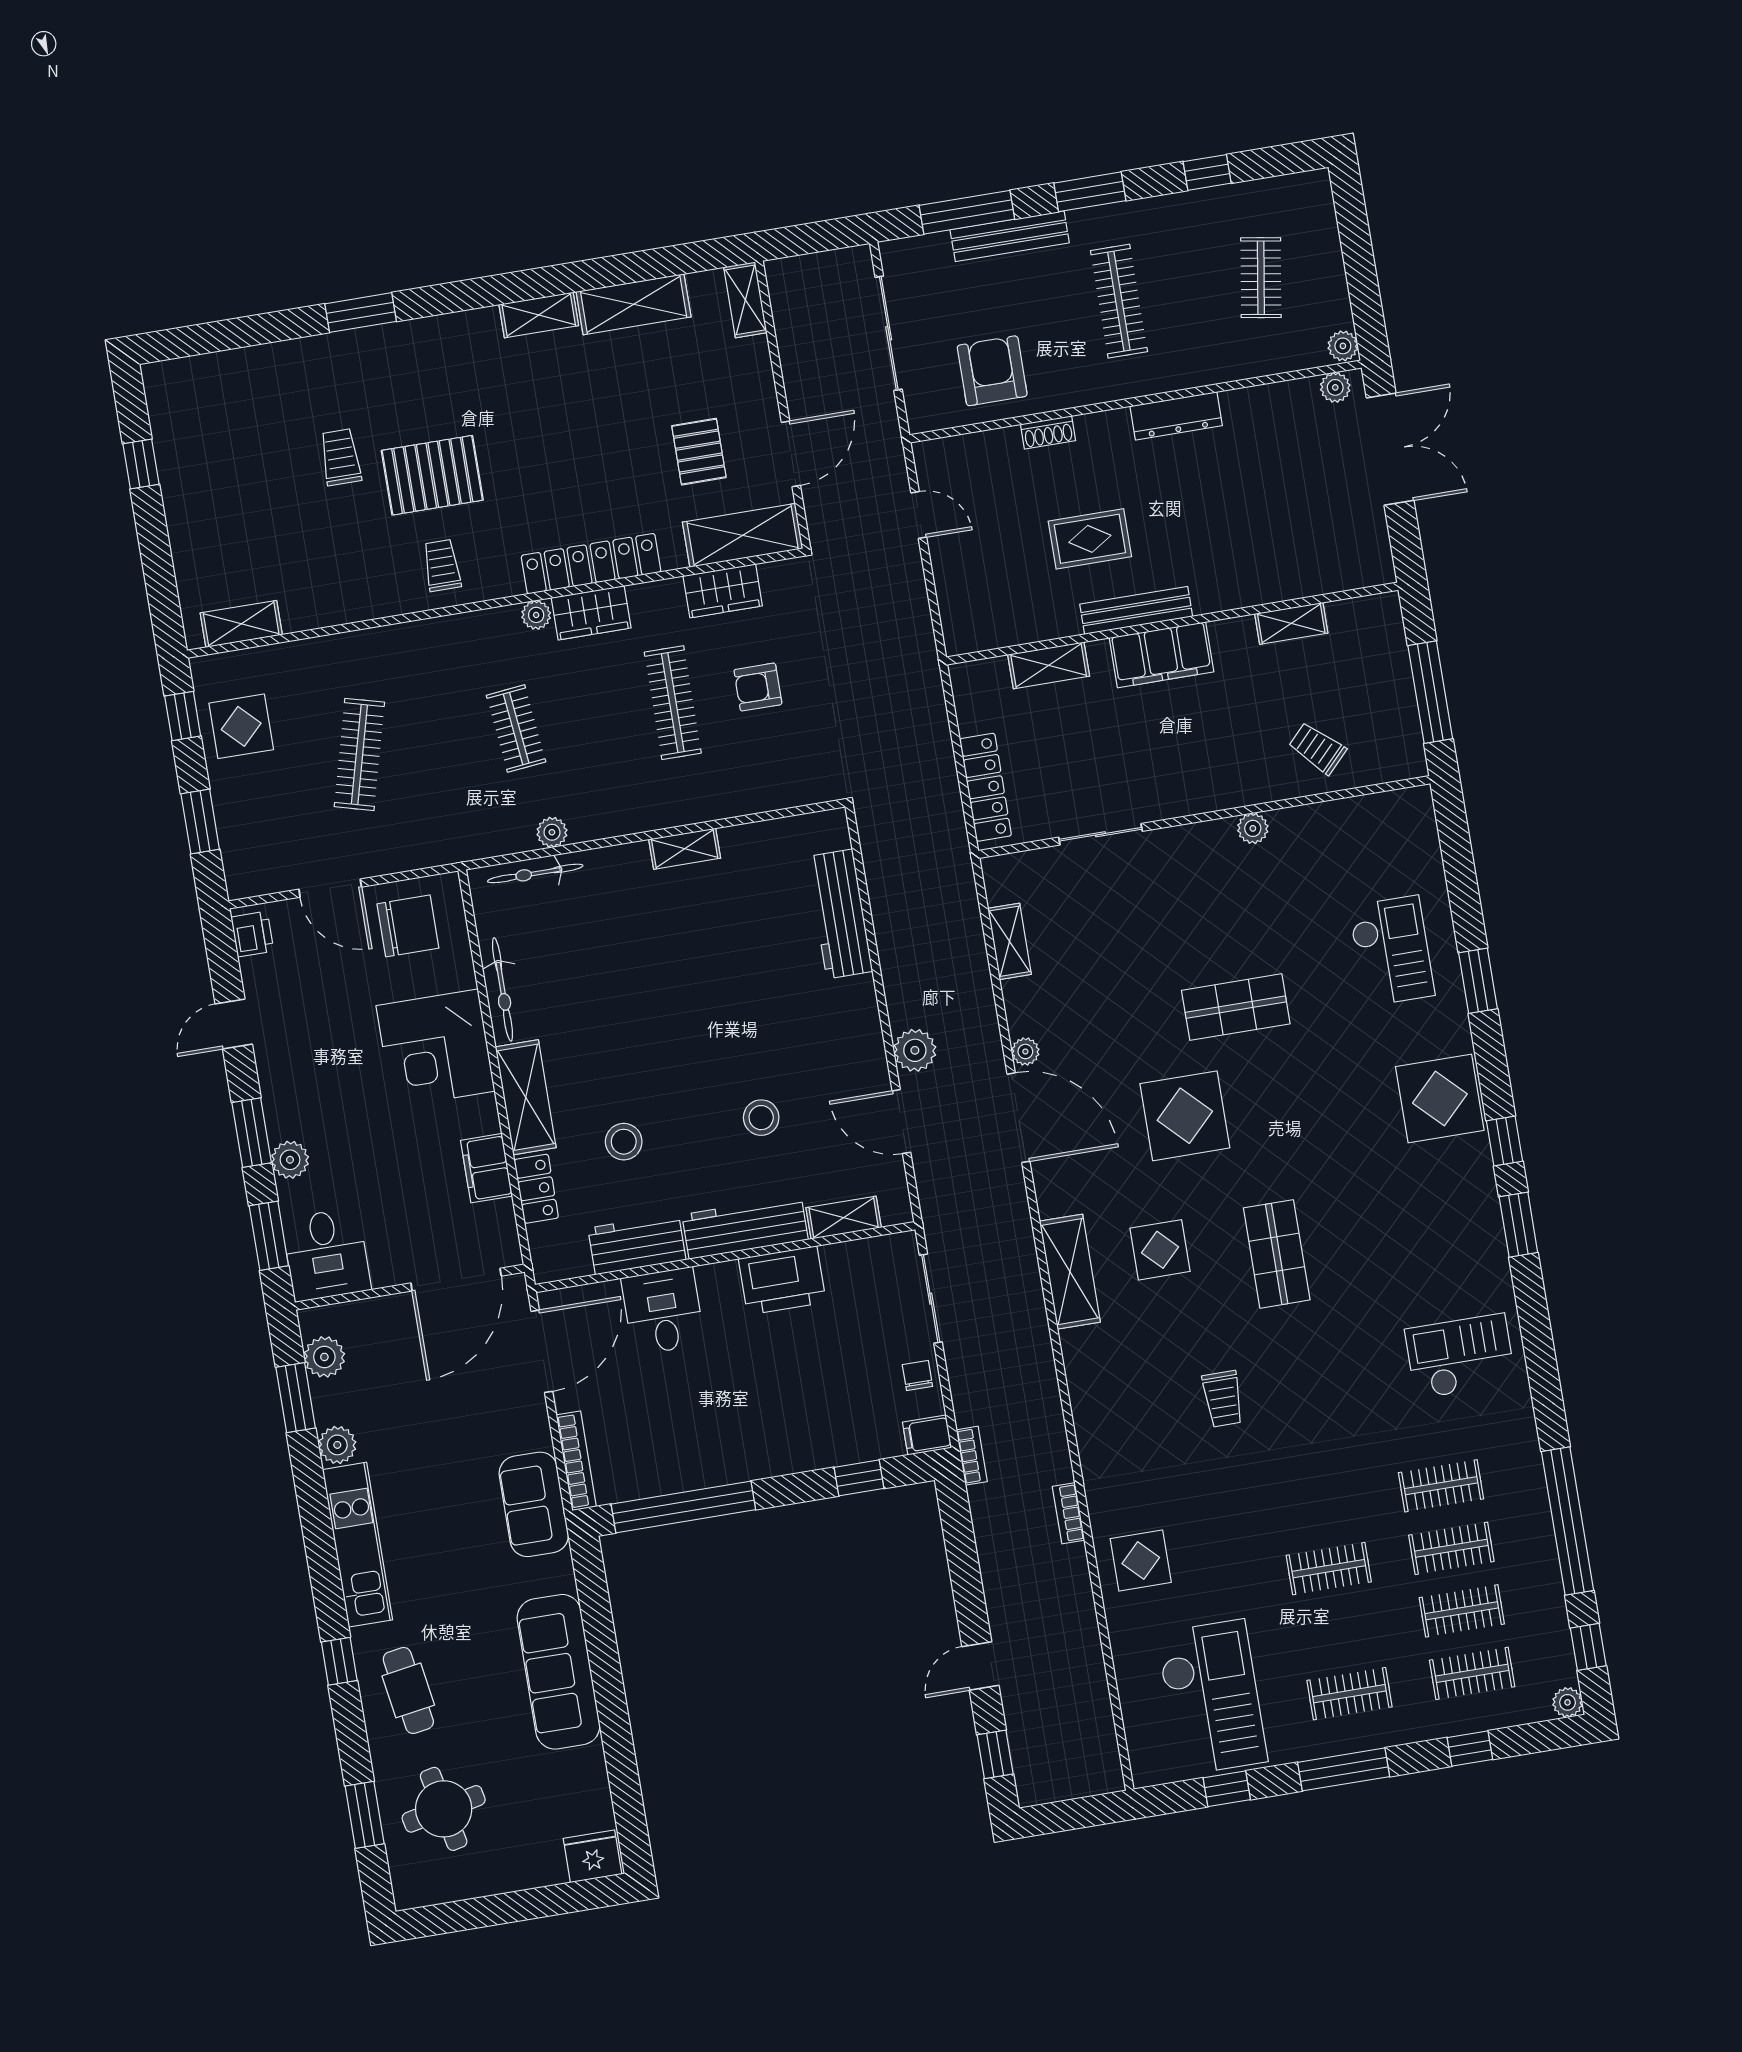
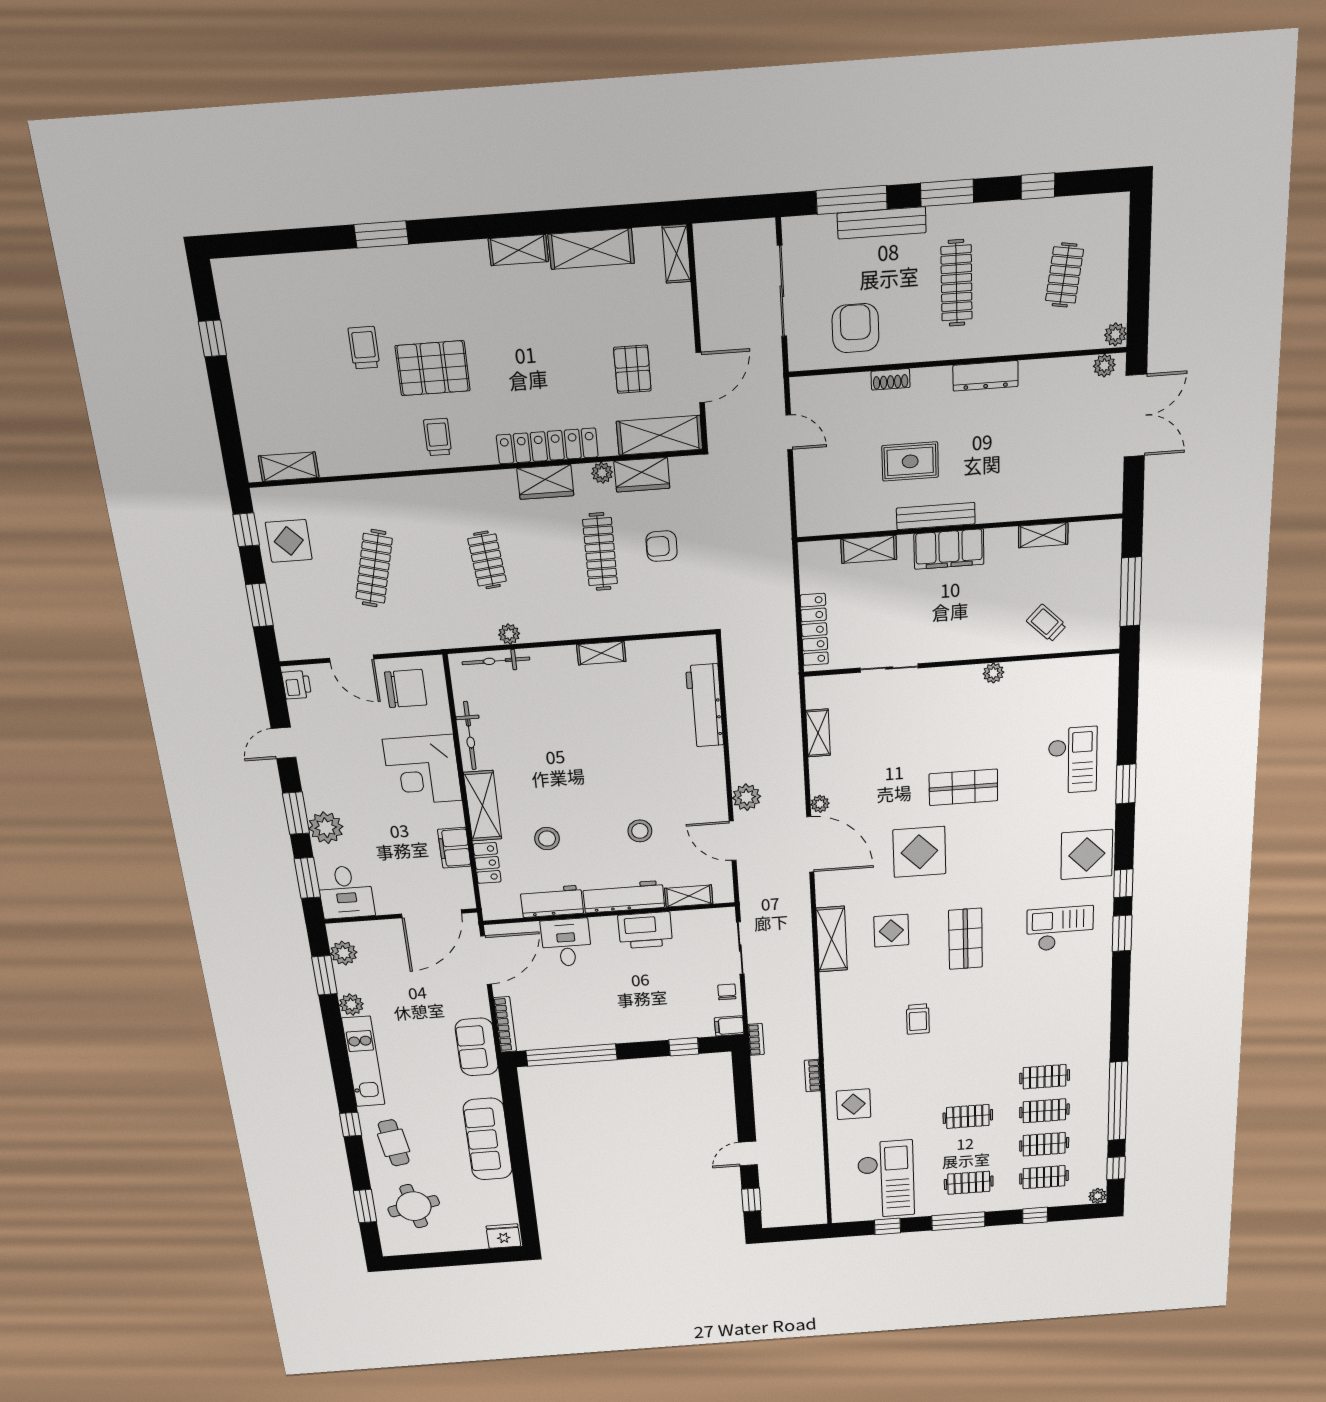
plant: (536, 615) -> (602, 473), moved
plant: (290, 1160) -> (326, 828), width x1.36, depth x1.36
checkout: (1460, 1356) -> (1060, 929), moved

